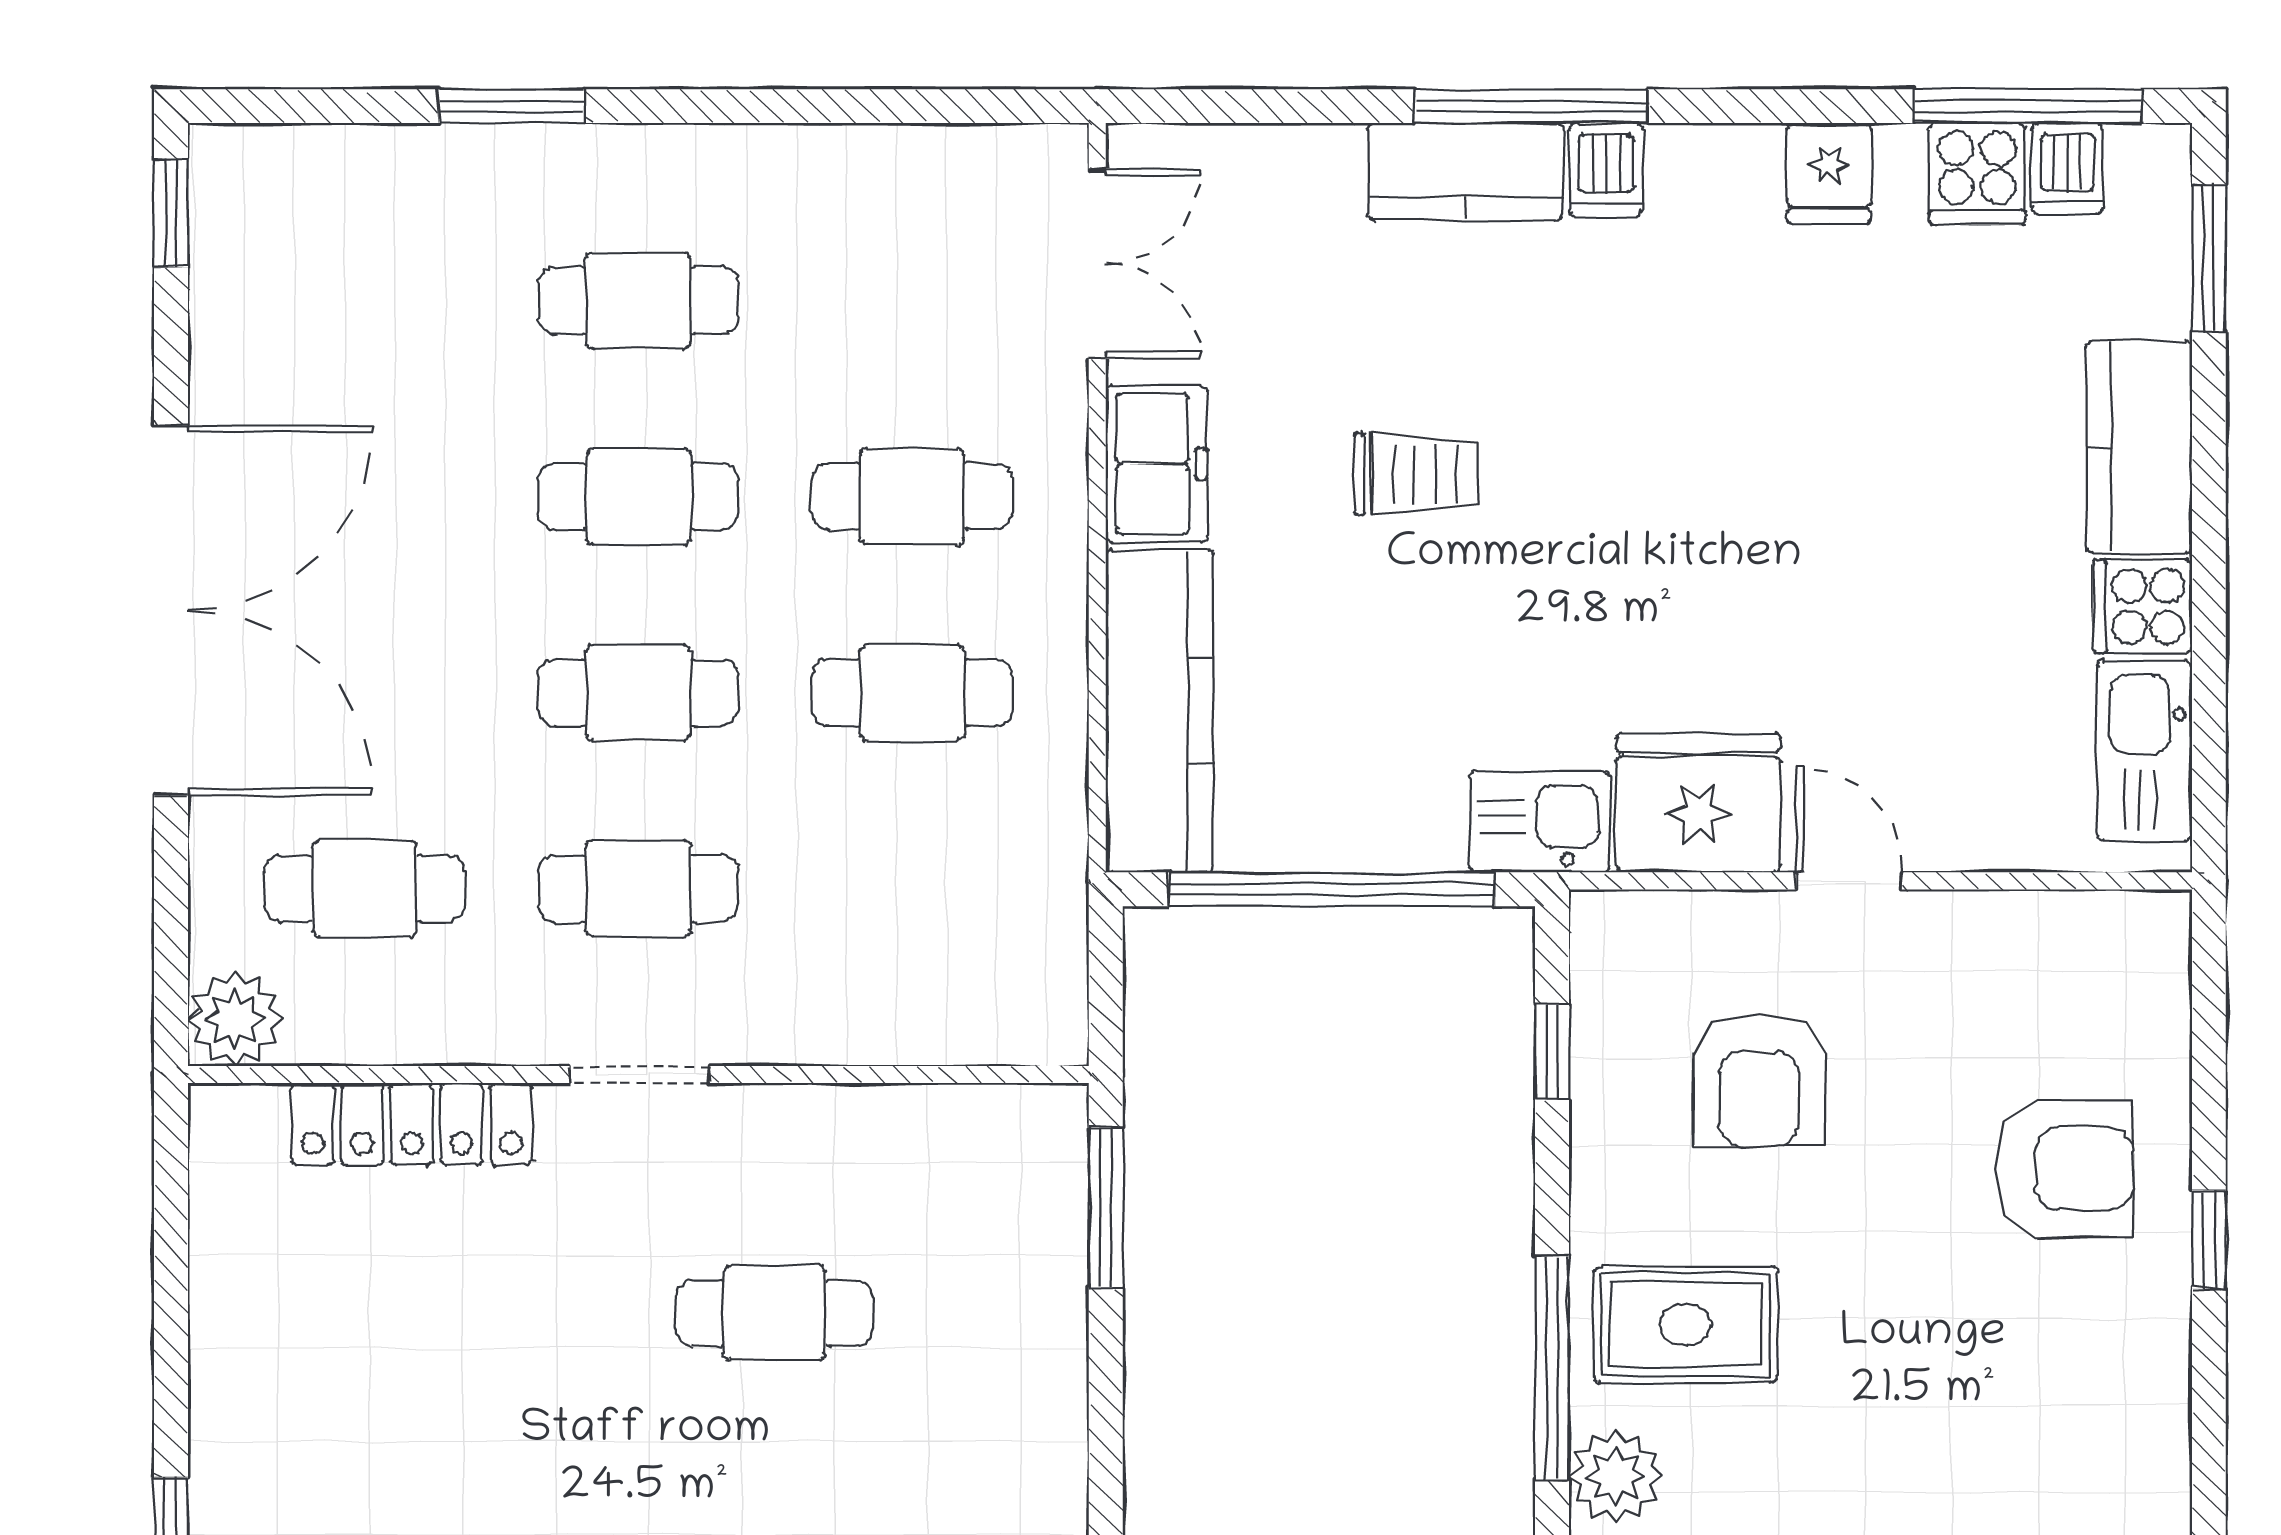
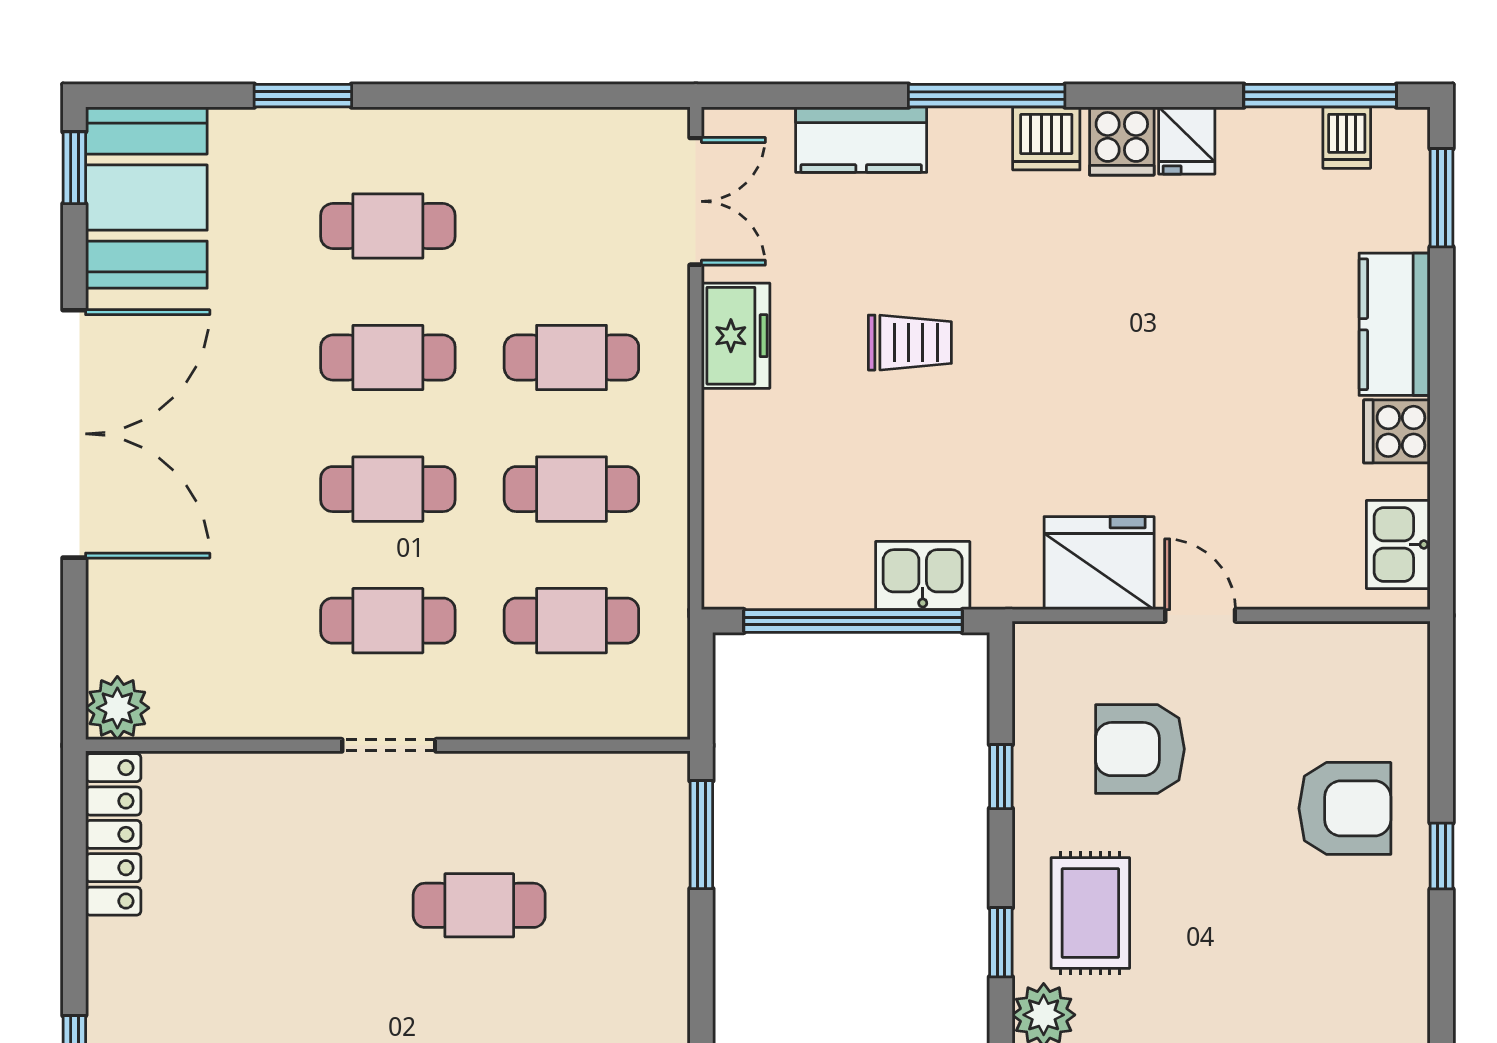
dishwasher: (1606, 170) -> (1046, 138), width x1.38
kitchen counter: (1465, 172) -> (861, 140), moved
cooker: (1977, 174) -> (1122, 141), moved
booth: (278, 258) -> (146, 198), added
kitchen counter: (1160, 711) -> (738, 501), removed
kitchen sink: (2144, 751) -> (1398, 545), width x0.73
kitchen sink: (1539, 822) -> (923, 576), moved
cafe table: (365, 889) -> (571, 621), moved
window: (1552, 1052) -> (1001, 777), moved
armchair: (1759, 1080) -> (1140, 749), turned 90
locker: (412, 1124) -> (113, 834), moved, turned -90
rug: (1685, 1325) -> (1090, 913), turned 90
window: (1552, 1368) -> (1001, 942), width x0.46

